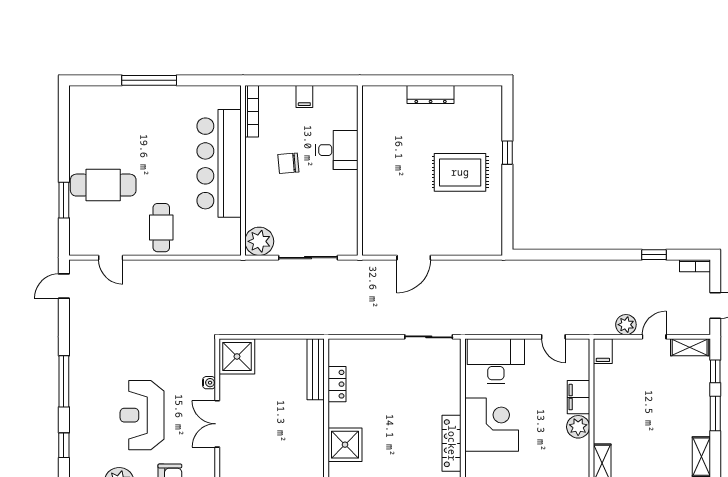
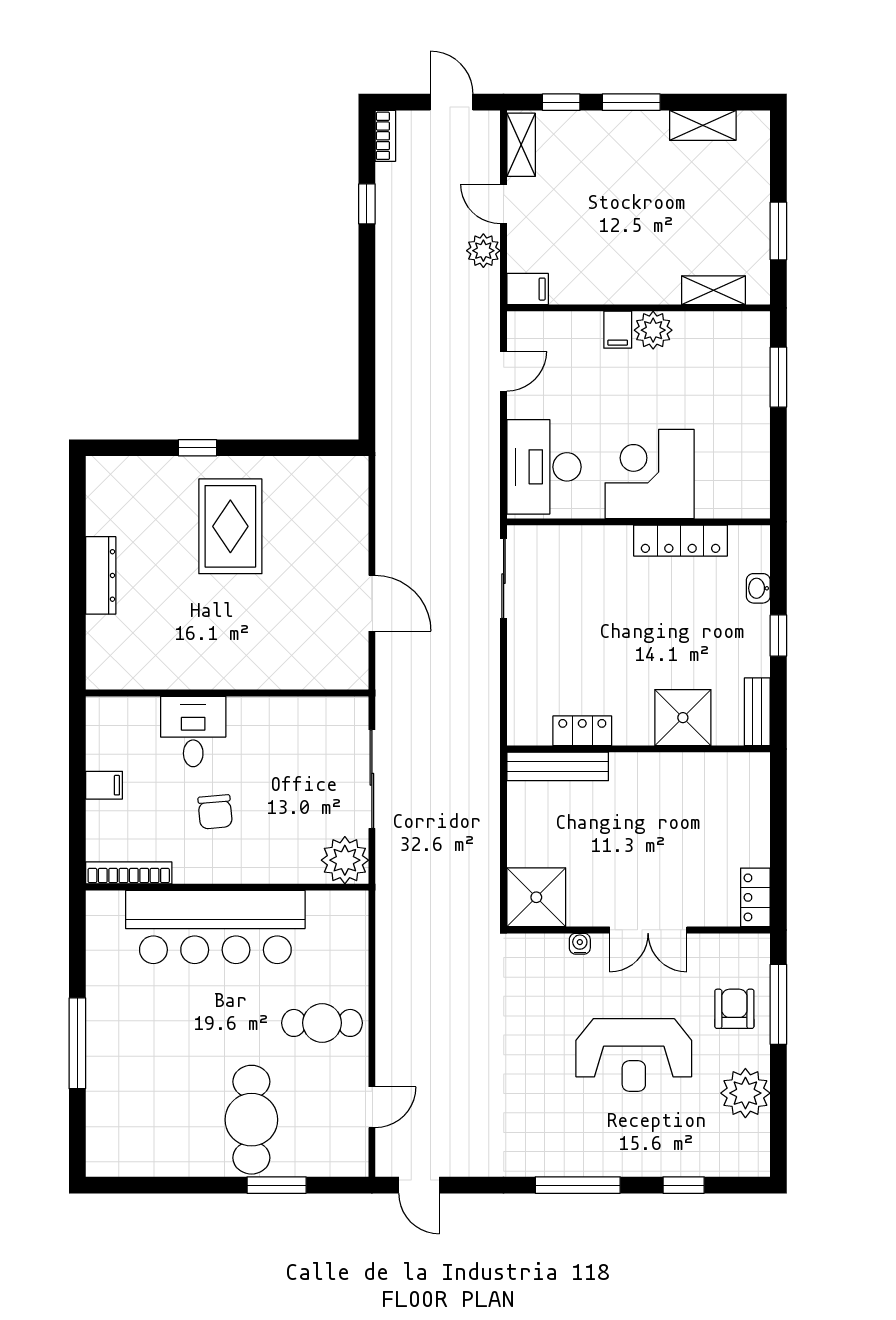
filing cabinet: (578, 397) -> (618, 330), width x0.50

